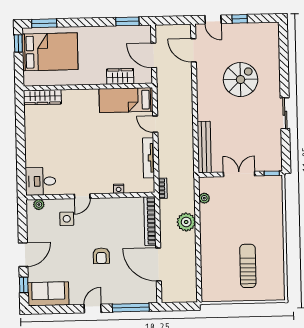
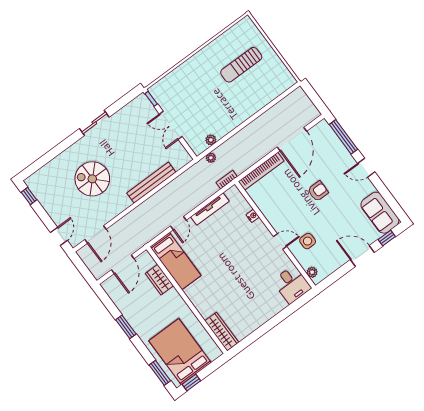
window: (240, 19) -> (29, 196), moved
window: (127, 21) -> (126, 327), moved
bench: (204, 147) -> (151, 183), moved
plant: (186, 222) -> (211, 158), moved, width x0.53, depth x0.53

